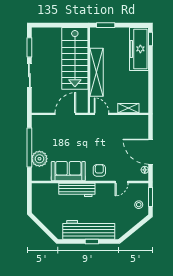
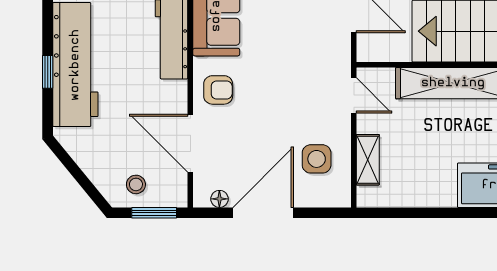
door: (102, 114) -> (354, 95), hinge flipped
side table: (128, 129) -> (317, 159), added
door: (121, 182) -> (190, 143), width x1.88

